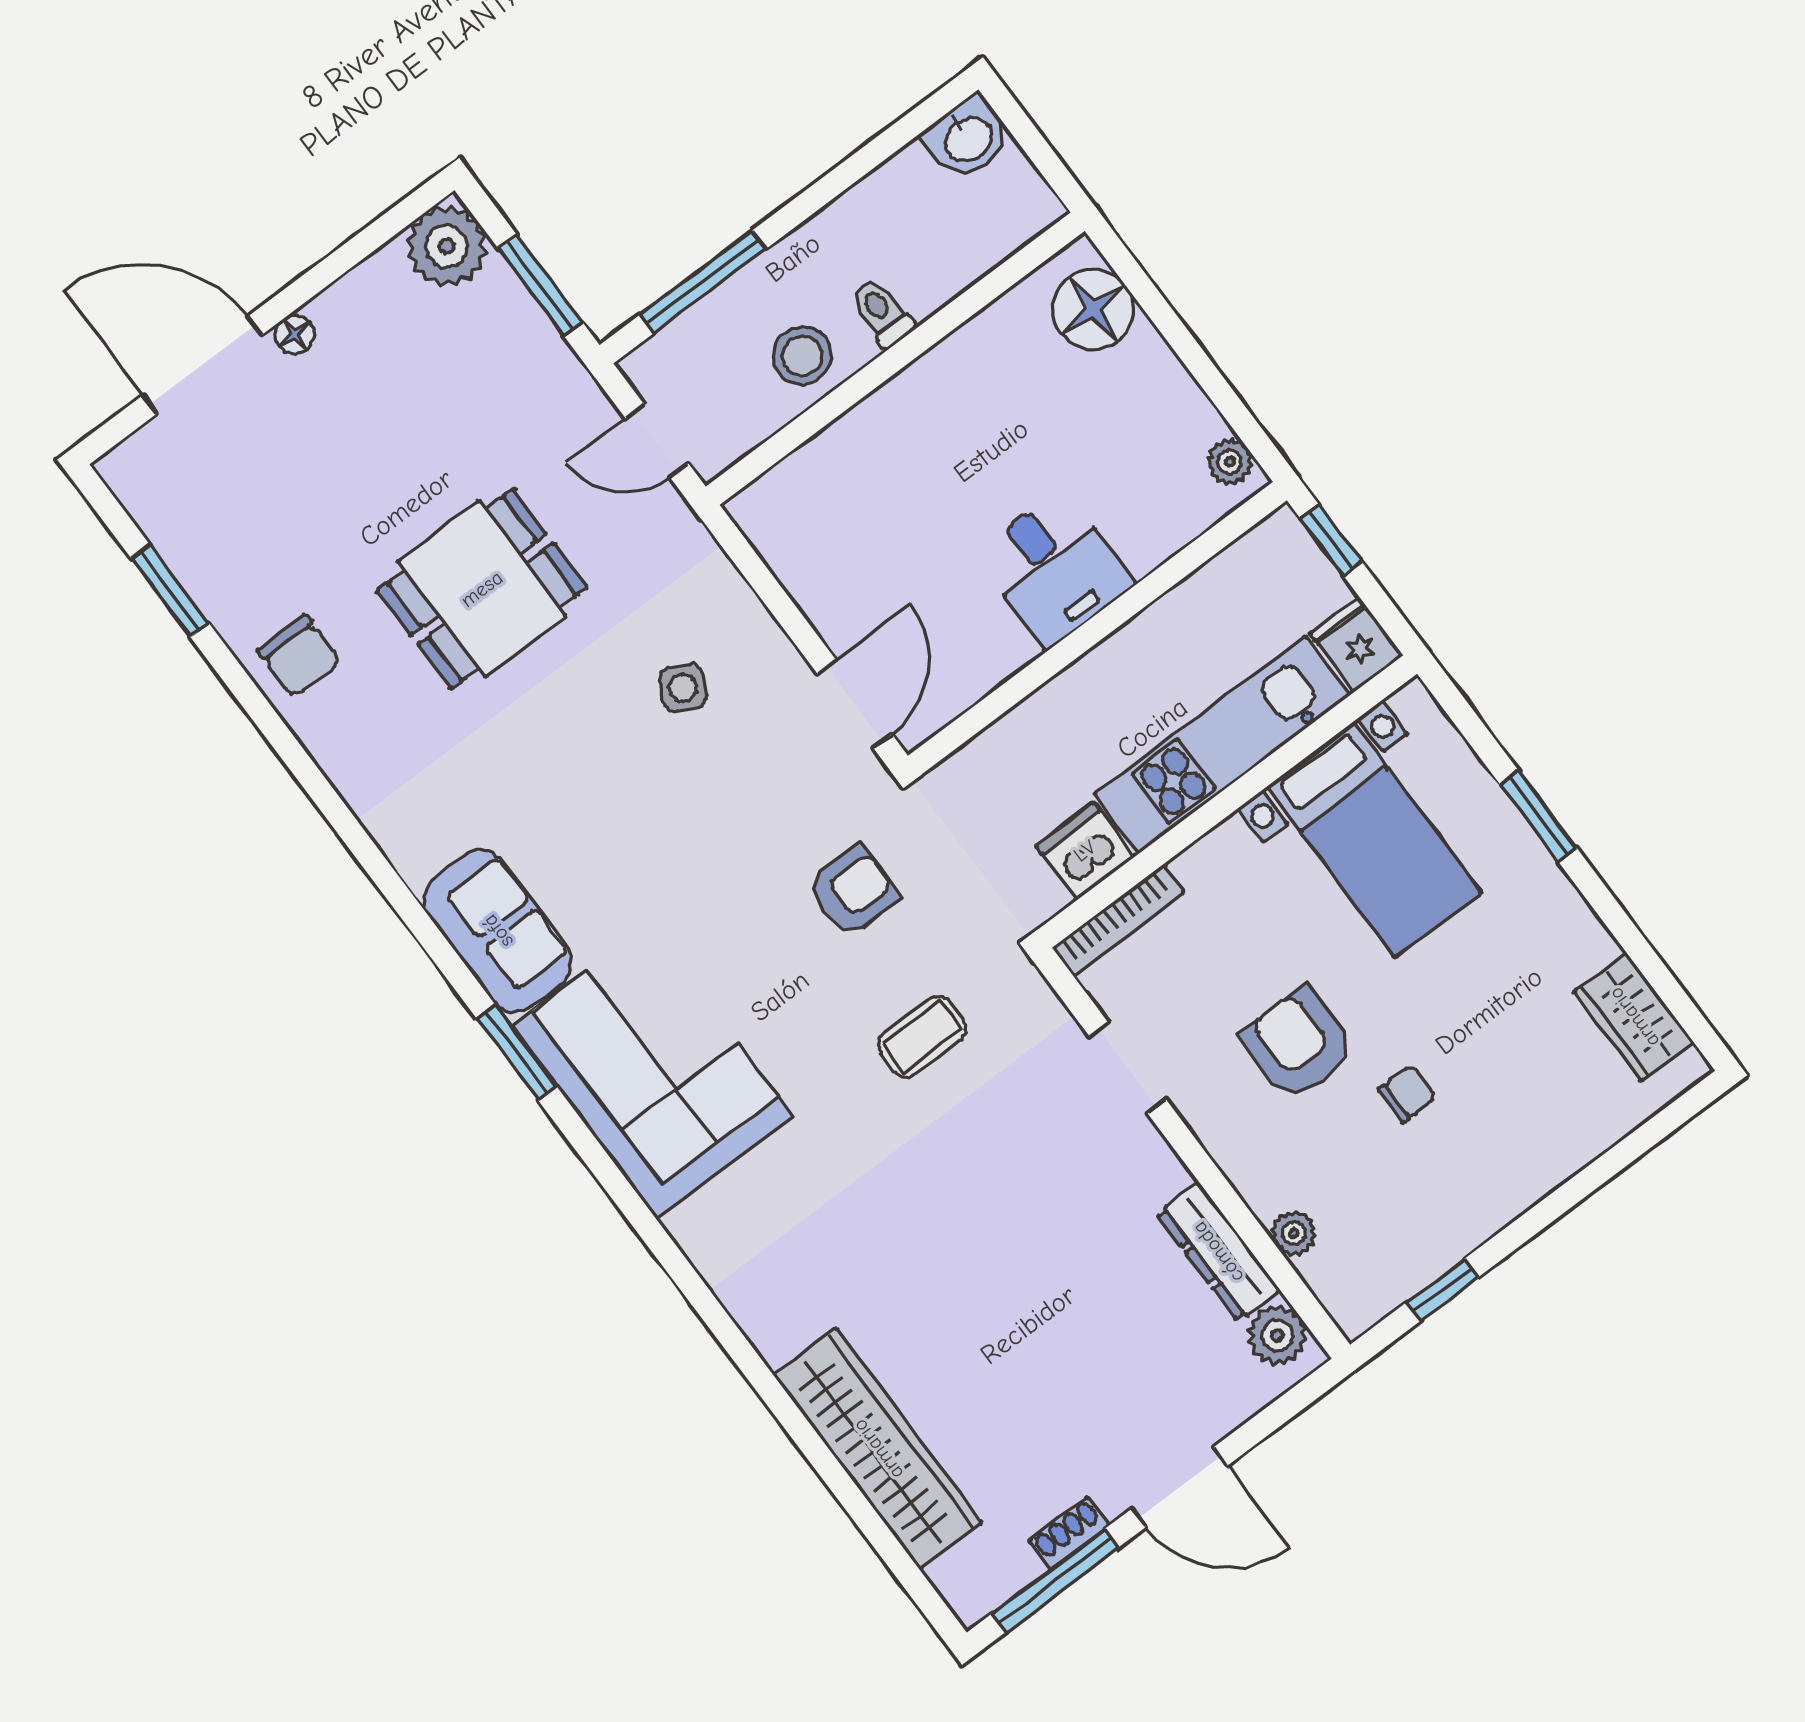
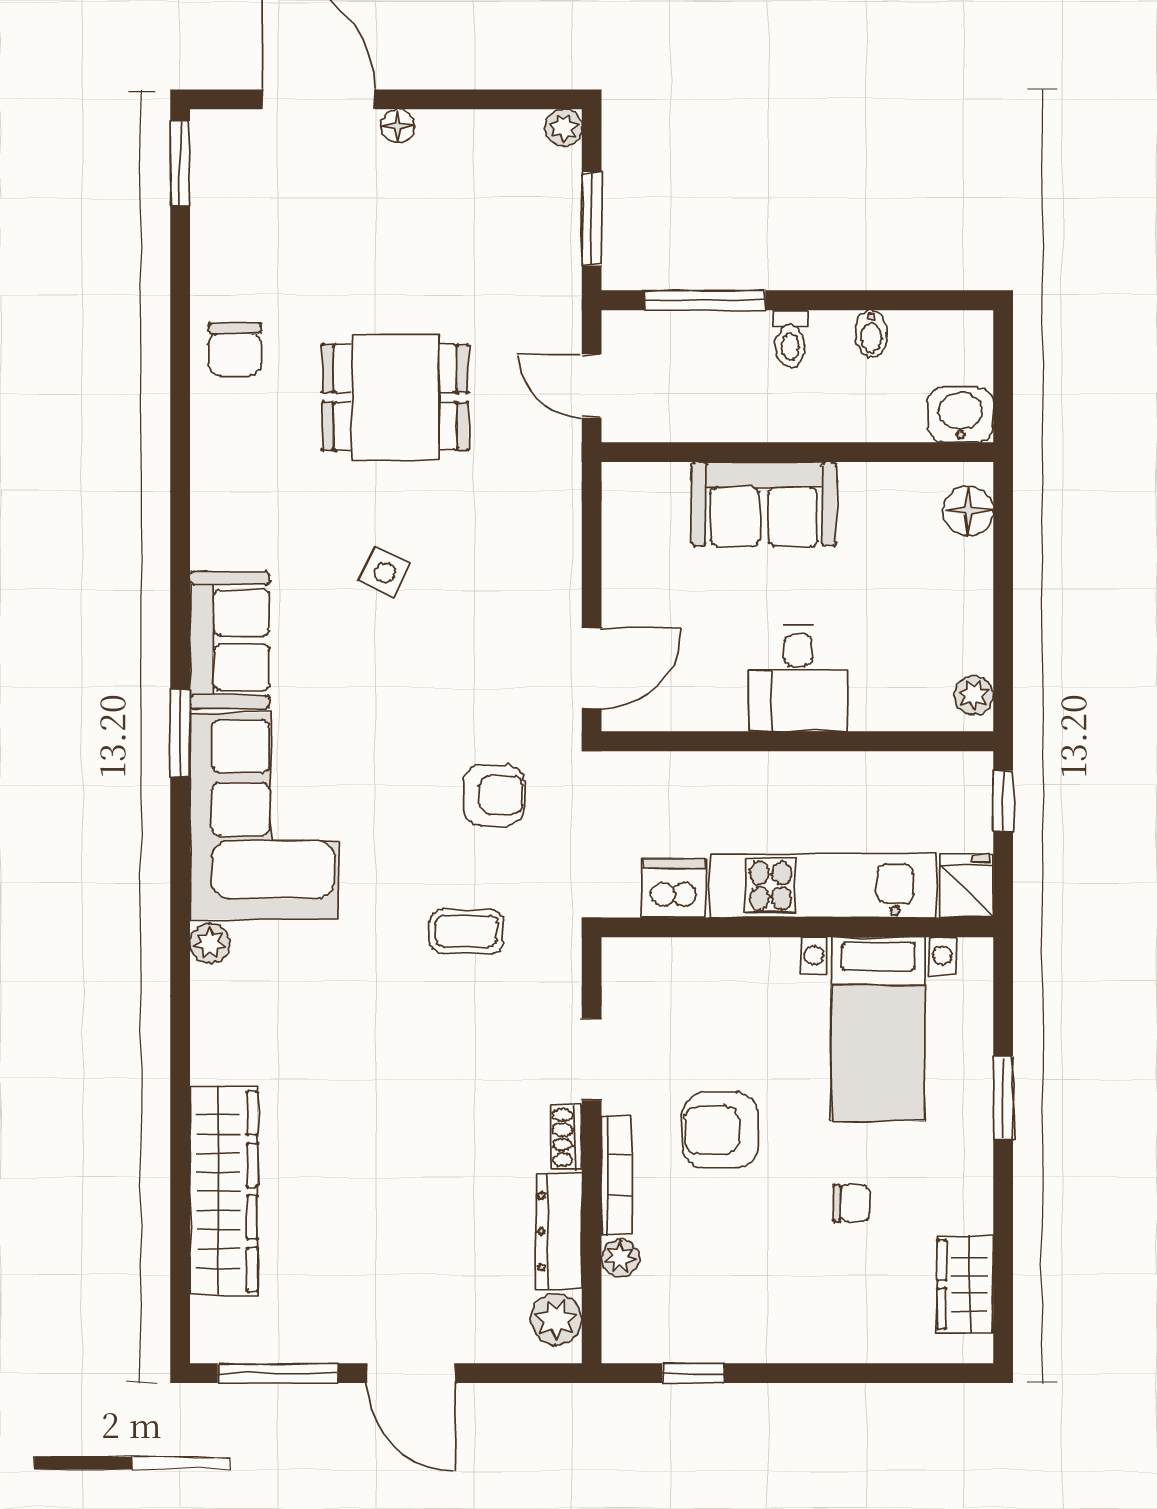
washbasin: (967, 138) -> (961, 415), moved, turned 180
bidet: (881, 197) -> (871, 334), added
plant: (446, 246) -> (563, 128), width x0.53, depth x0.53
floor lamp: (1093, 309) -> (968, 511), width x0.73, depth x0.73
toilet: (882, 313) -> (790, 339), moved, turned 180
stool: (802, 356) -> (735, 402), removed
sofa: (900, 430) -> (764, 504), added
window: (170, 591) -> (180, 163), moved
side table: (683, 688) -> (385, 573), moved
bookcase: (1118, 920) -> (617, 1175), moved, turned -90
armchair: (1298, 1044) -> (720, 1130), turned -90
chair: (1407, 1094) -> (851, 1203), moved
plant: (691, 1227) -> (210, 943), added
shoe rack: (1069, 1533) -> (566, 1137), moved, turned -90

